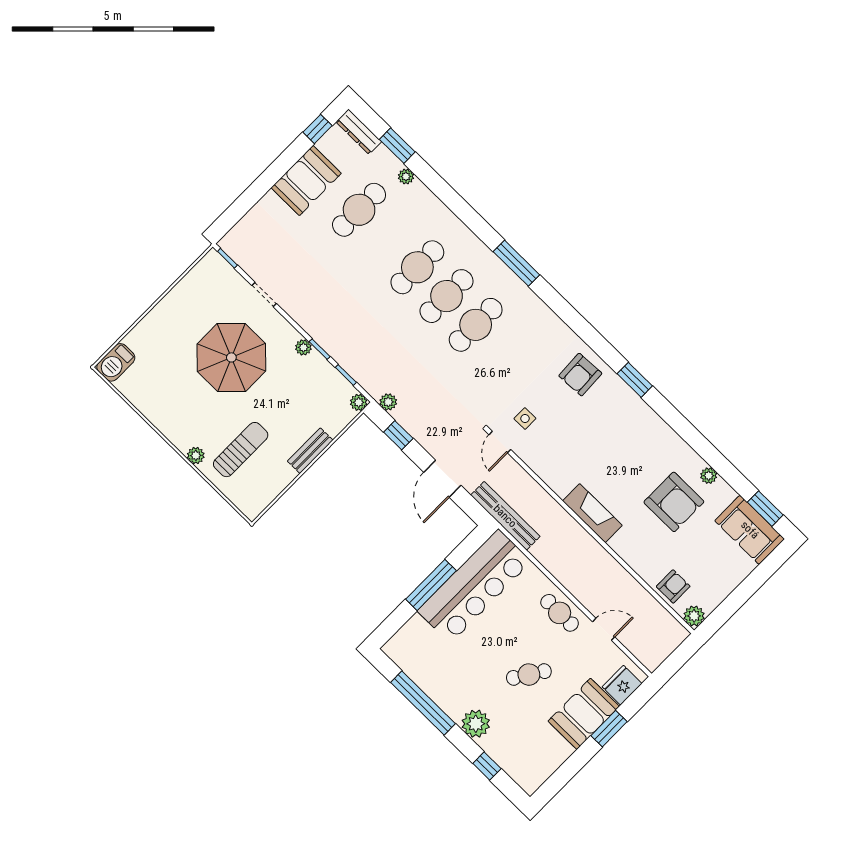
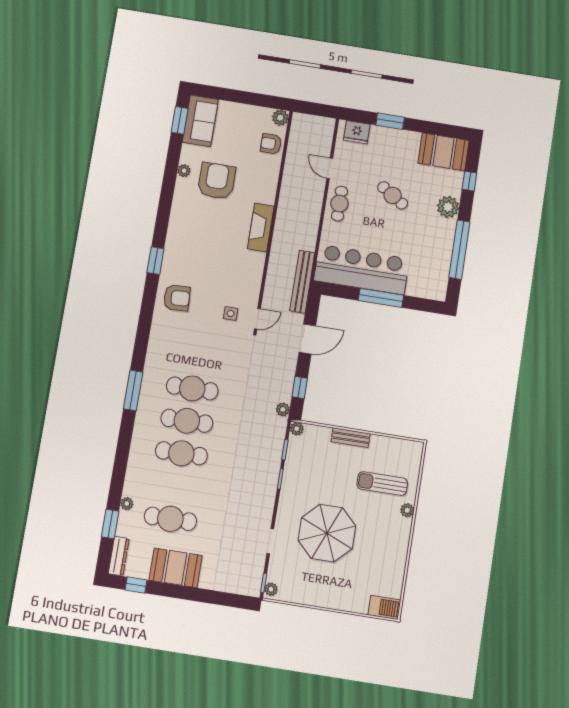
plant: (303, 347) -> (271, 589), moved
booth: (584, 714) -> (443, 152), moved

